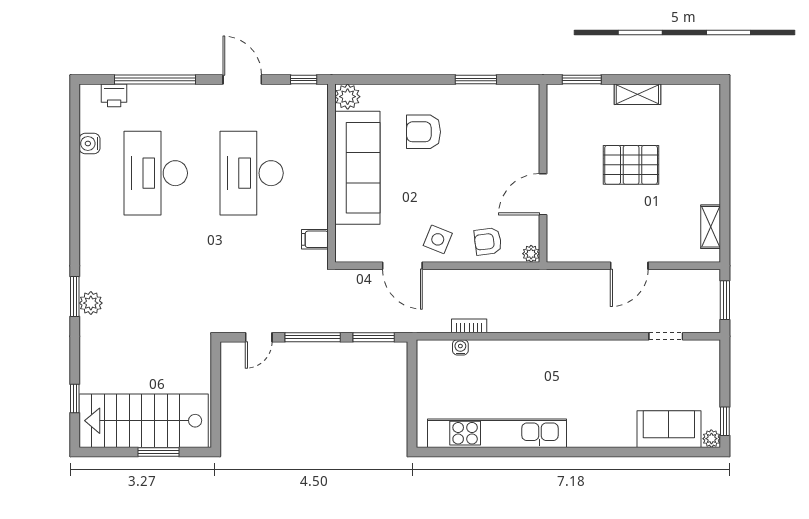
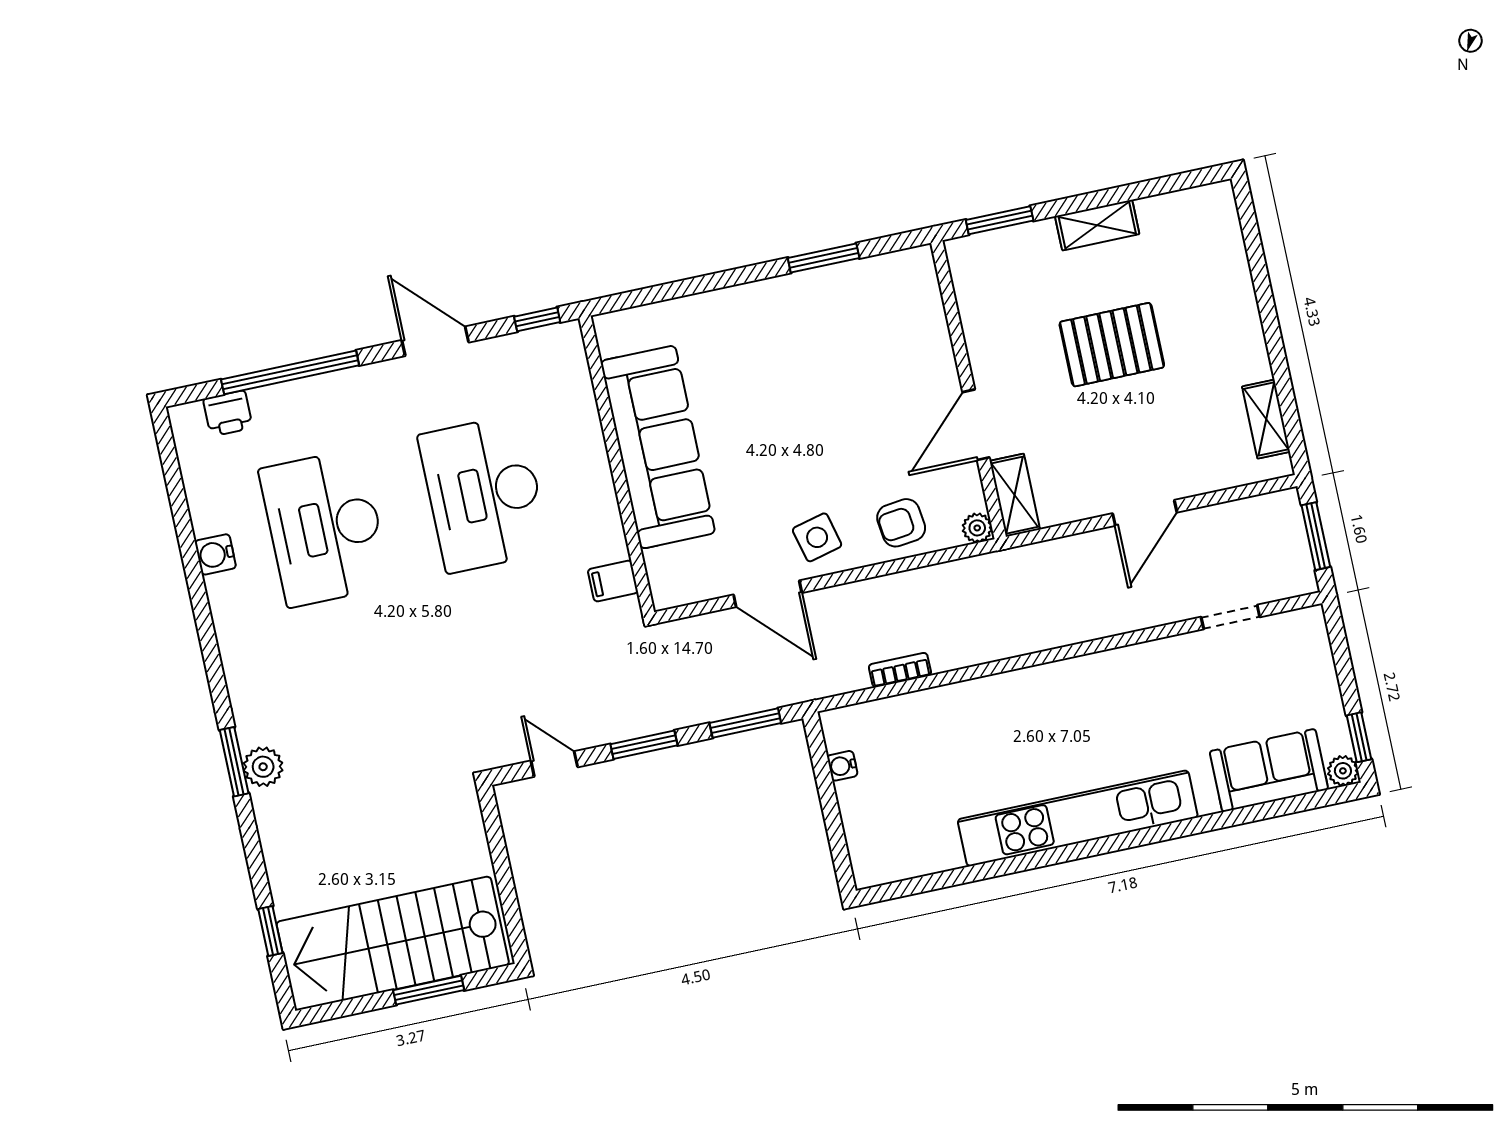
plant: (348, 97) -> (616, 332), removed
armchair: (424, 132) -> (755, 364), removed
water cooler: (90, 143) -> (215, 554), moved
side table: (438, 239) -> (817, 537), turned -36
shelving: (557, 239) -> (1015, 495), added
door: (259, 337) -> (554, 764), swing flipped
window: (313, 337) -> (644, 745), width x0.69
water cooler: (460, 347) -> (842, 766), moved, turned -90
kitchen unit: (497, 433) -> (1078, 818), moved

